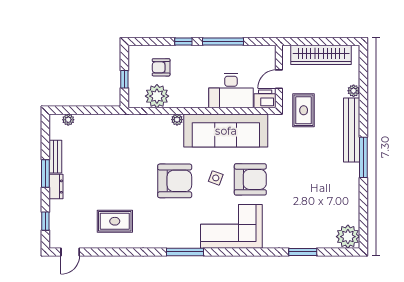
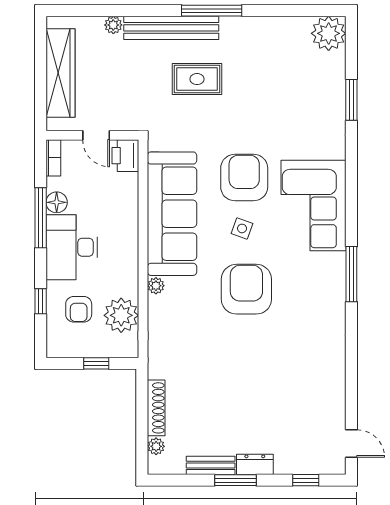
window: (183, 41) -> (41, 301), moved
bookcase: (264, 50) -> (53, 158), added
floor lamp: (233, 52) -> (57, 202), added
desk: (231, 91) -> (72, 247), moved, turned 180
rug: (304, 110) -> (197, 79), moved
shoe rack: (94, 120) -> (156, 408), added
rug: (115, 221) -> (306, 378), removed

